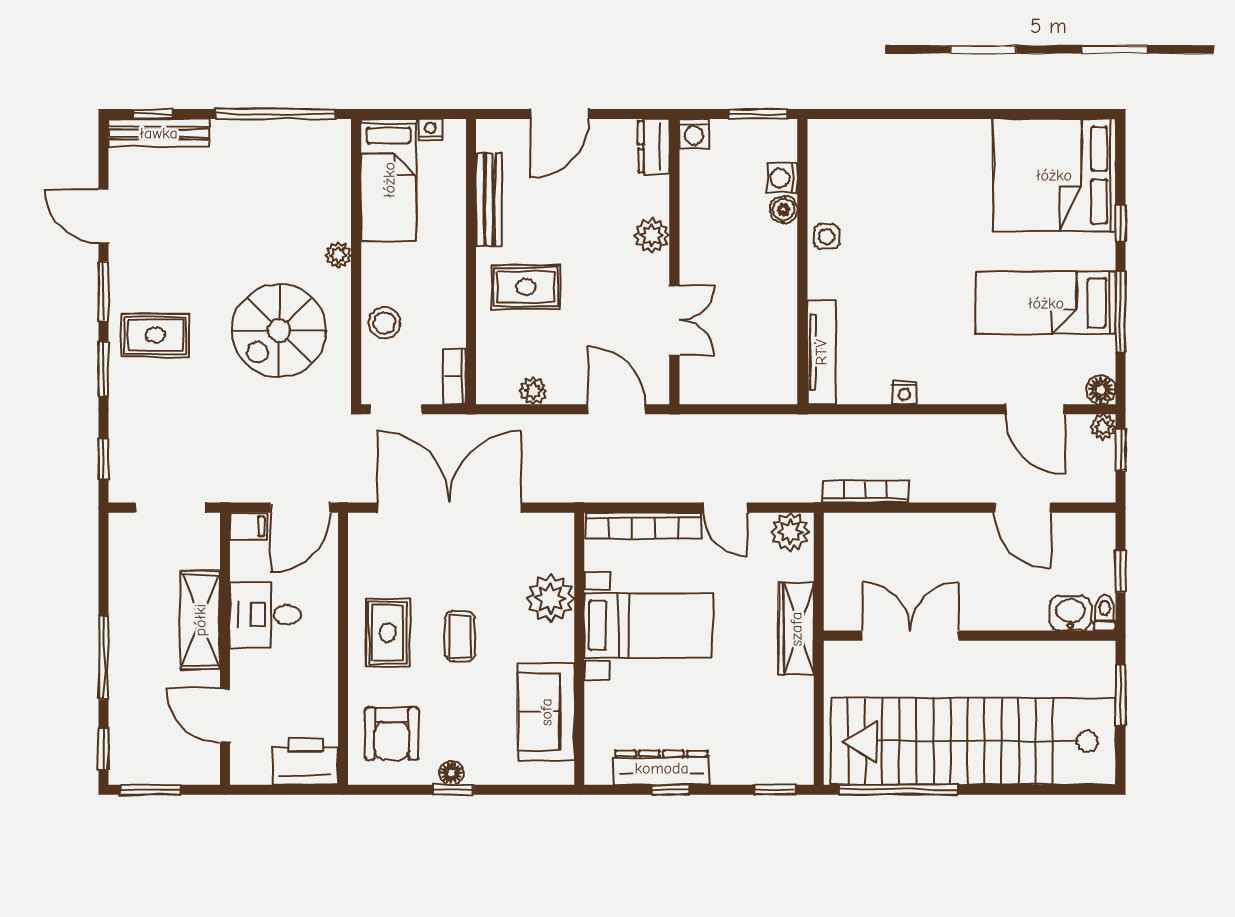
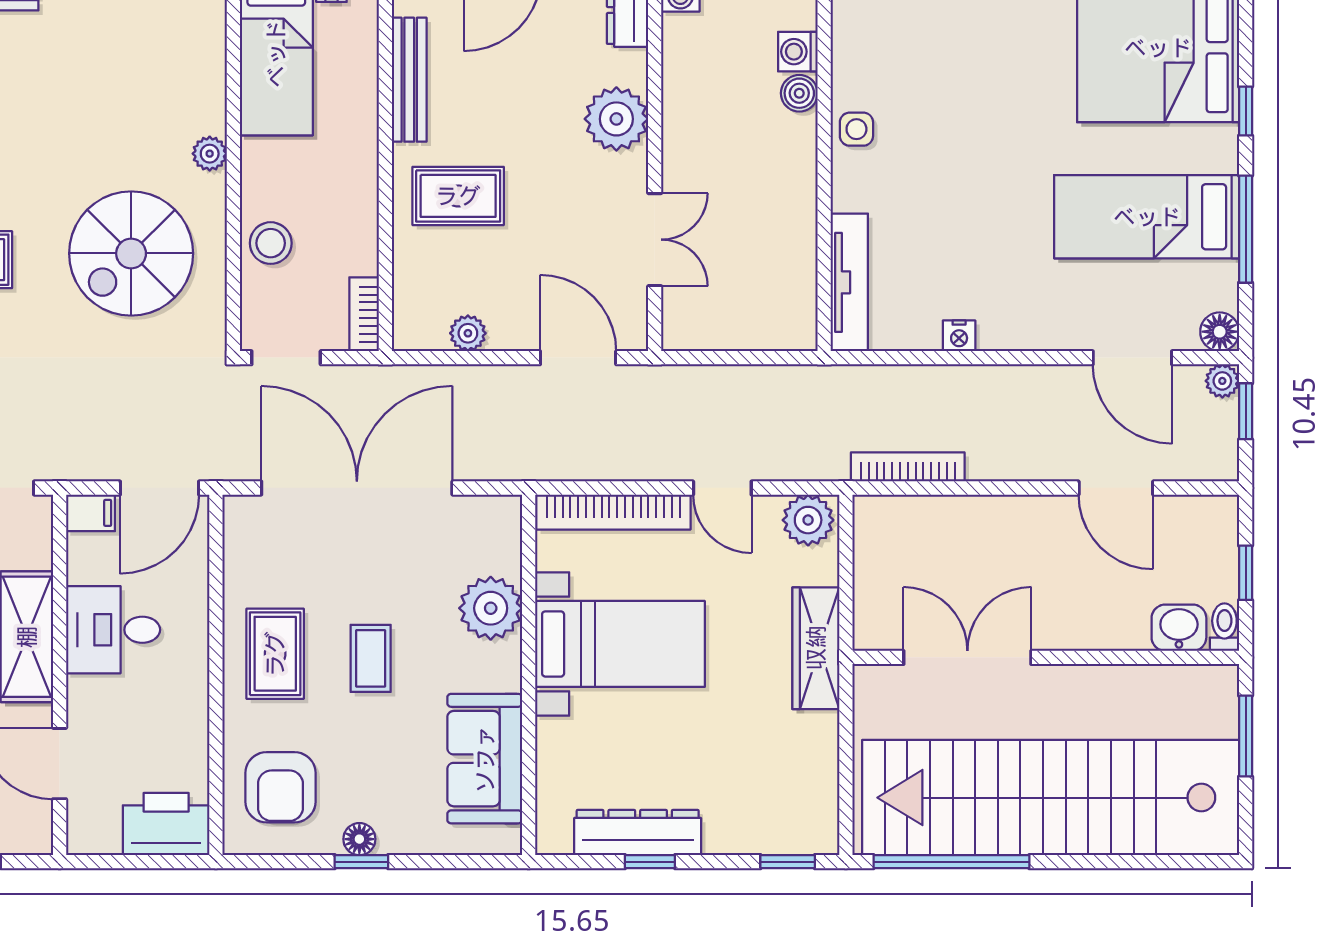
plant: (652, 235) -> (616, 119), width x1.36, depth x1.36

